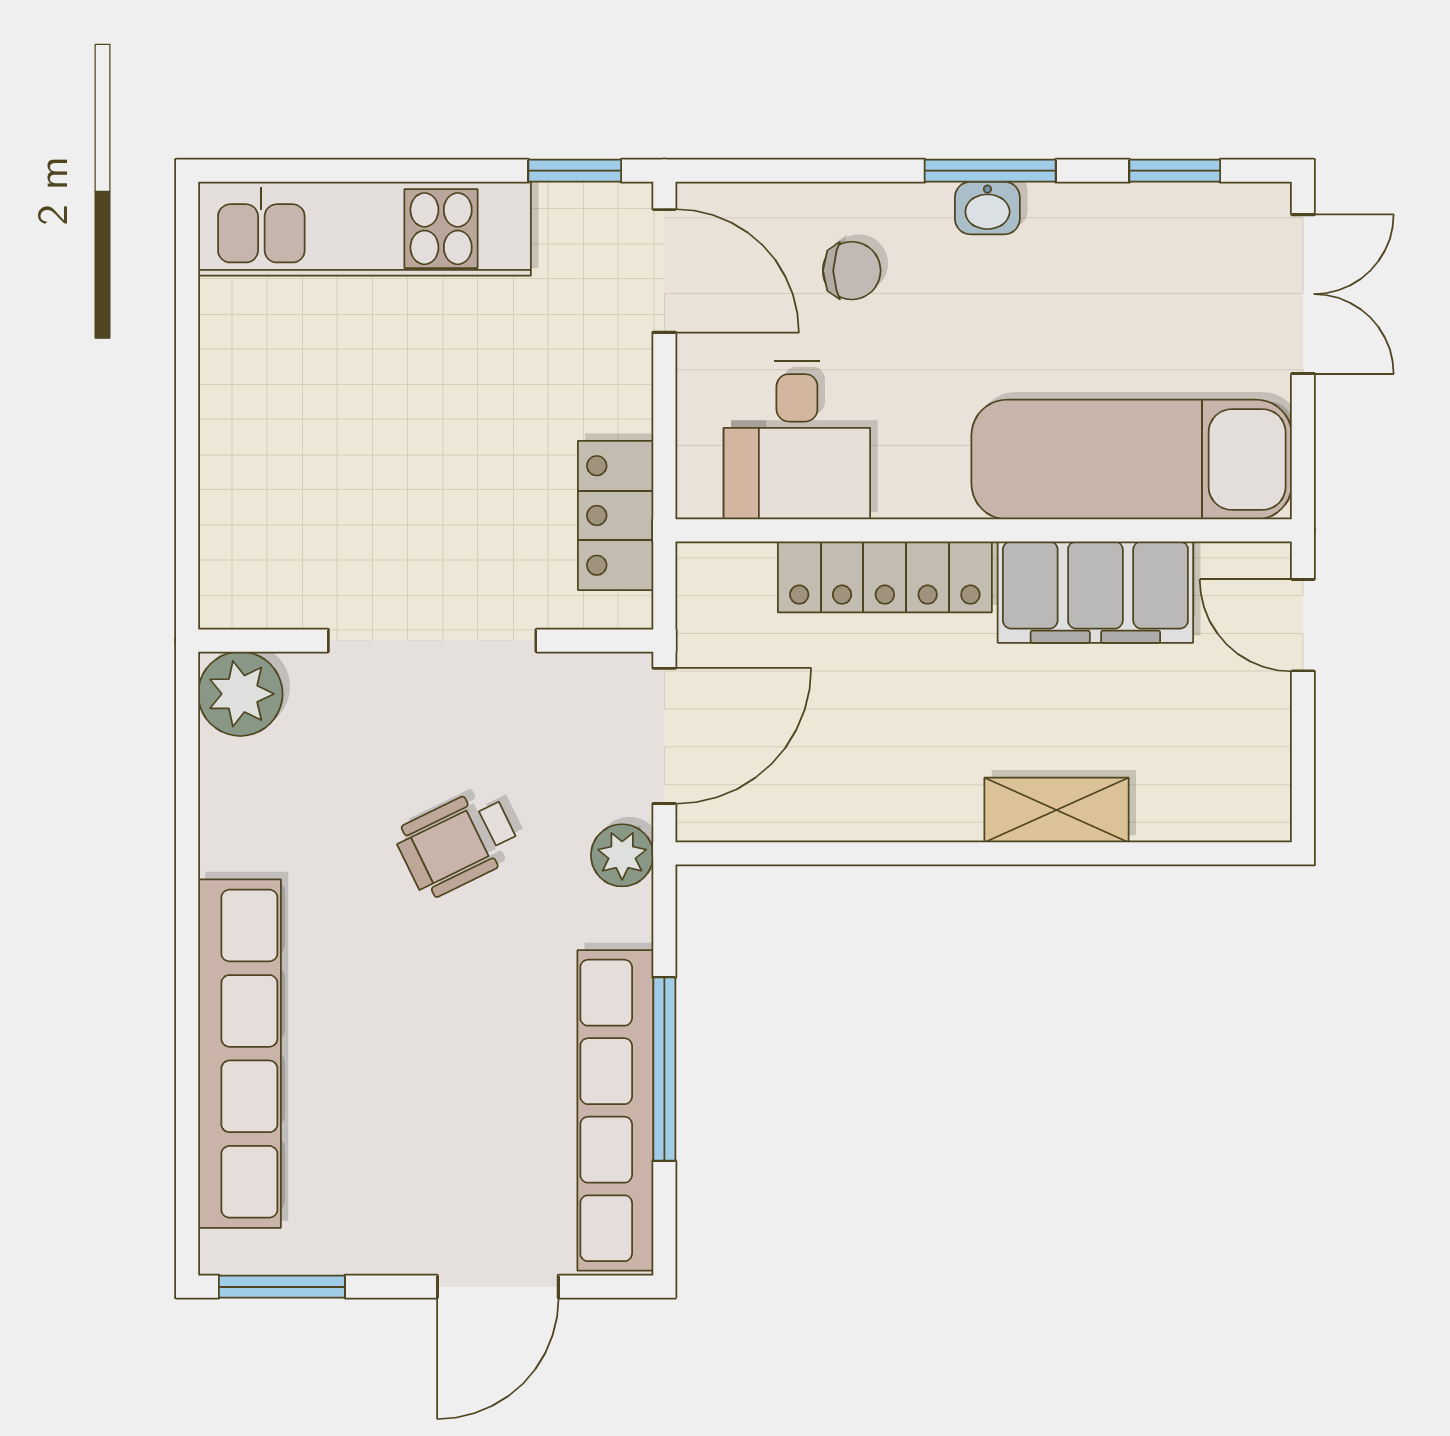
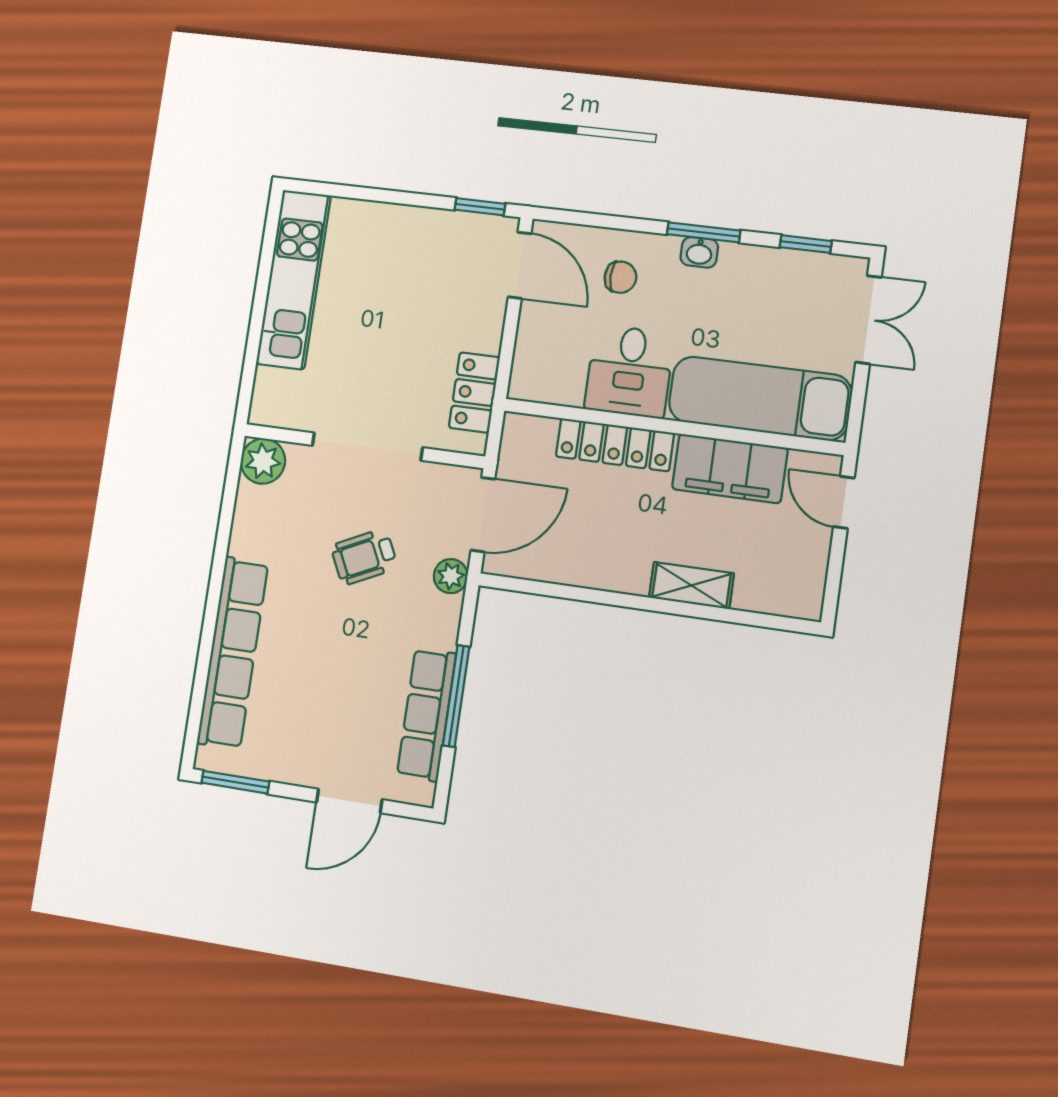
kitchen unit: (365, 229) -> (294, 280), moved, turned -90
desk: (797, 440) -> (629, 371), moved
row of seats: (615, 1110) -> (426, 715), width x0.73

